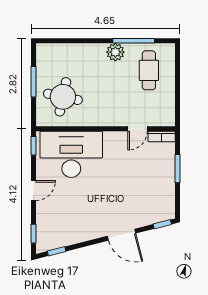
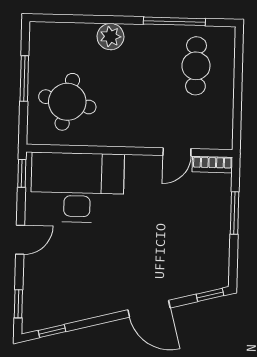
plant: (115, 52) -> (110, 37), moved

